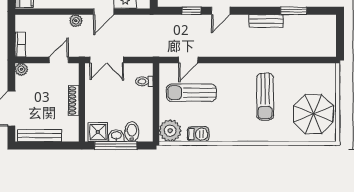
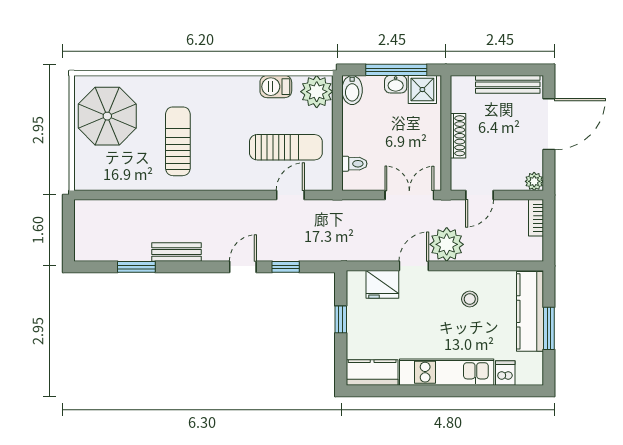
plant: (76, 21) -> (447, 244), width x1.88, depth x1.88
bidet: (132, 132) -> (352, 90), moved

